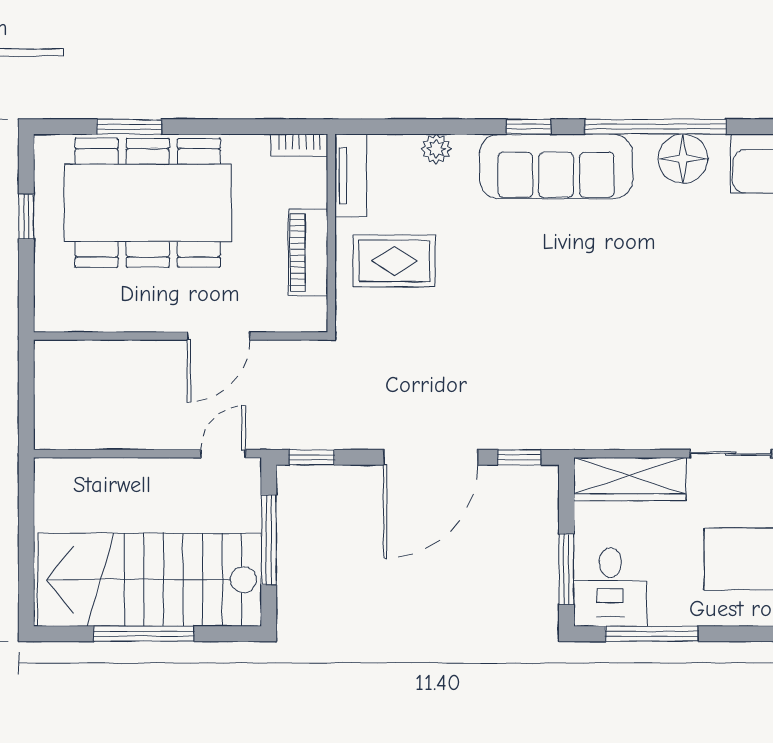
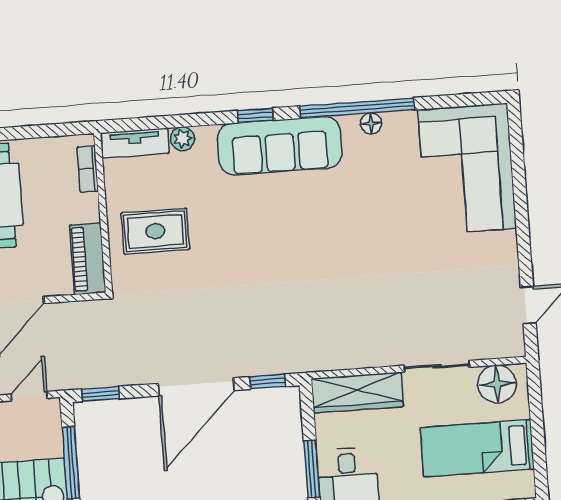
bookcase: (299, 145) -> (88, 169), moved, turned 90
floor lamp: (683, 159) -> (371, 123), width x0.53, depth x0.53
tv unit: (351, 176) -> (135, 143), moved, turned 90
piano: (308, 253) -> (88, 259), moved

